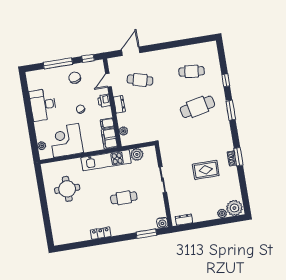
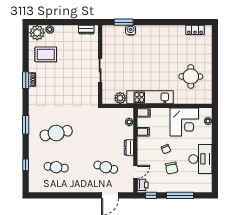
chair: (75, 78) -> (172, 168), moved
window: (226, 80) -> (26, 165), moved
printer: (104, 101) -> (143, 185), moved
filing cabinet: (109, 138) -> (144, 112), width x0.50
rug: (206, 170) -> (46, 54), moved
cafe table: (124, 198) -> (139, 59), removed
water cooler: (162, 223) -> (131, 30), moved
locker: (101, 233) -> (195, 30), moved

